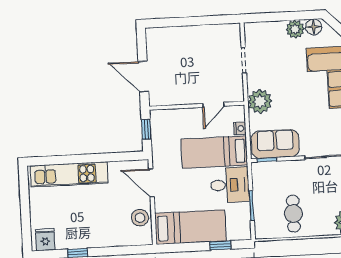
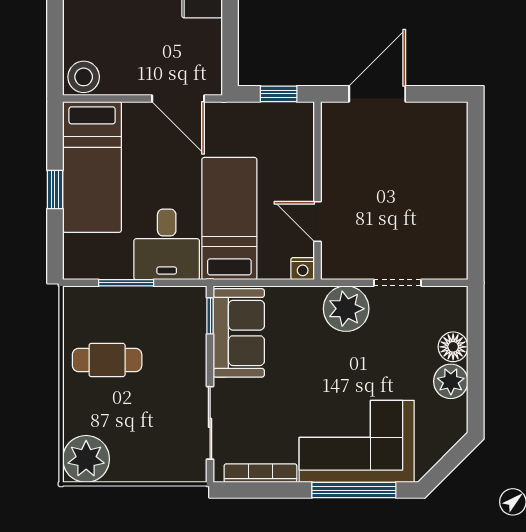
floor lamp: (314, 27) -> (453, 347), moved
plant: (260, 101) -> (346, 309), moved
nightstand: (240, 128) -> (303, 269), moved
door: (151, 183) -> (178, 99), swing flipped
stool: (140, 218) -> (84, 77), moved
window: (220, 245) -> (55, 189), moved

